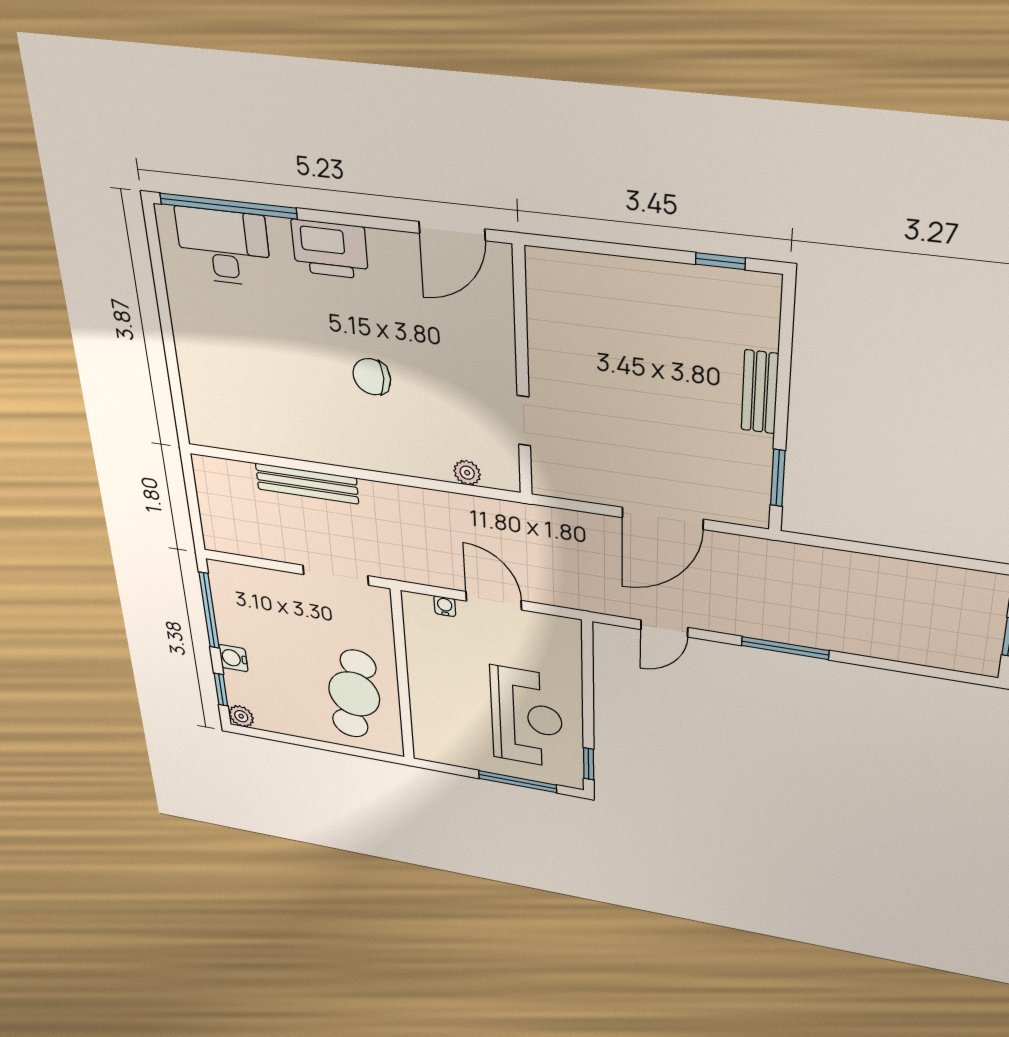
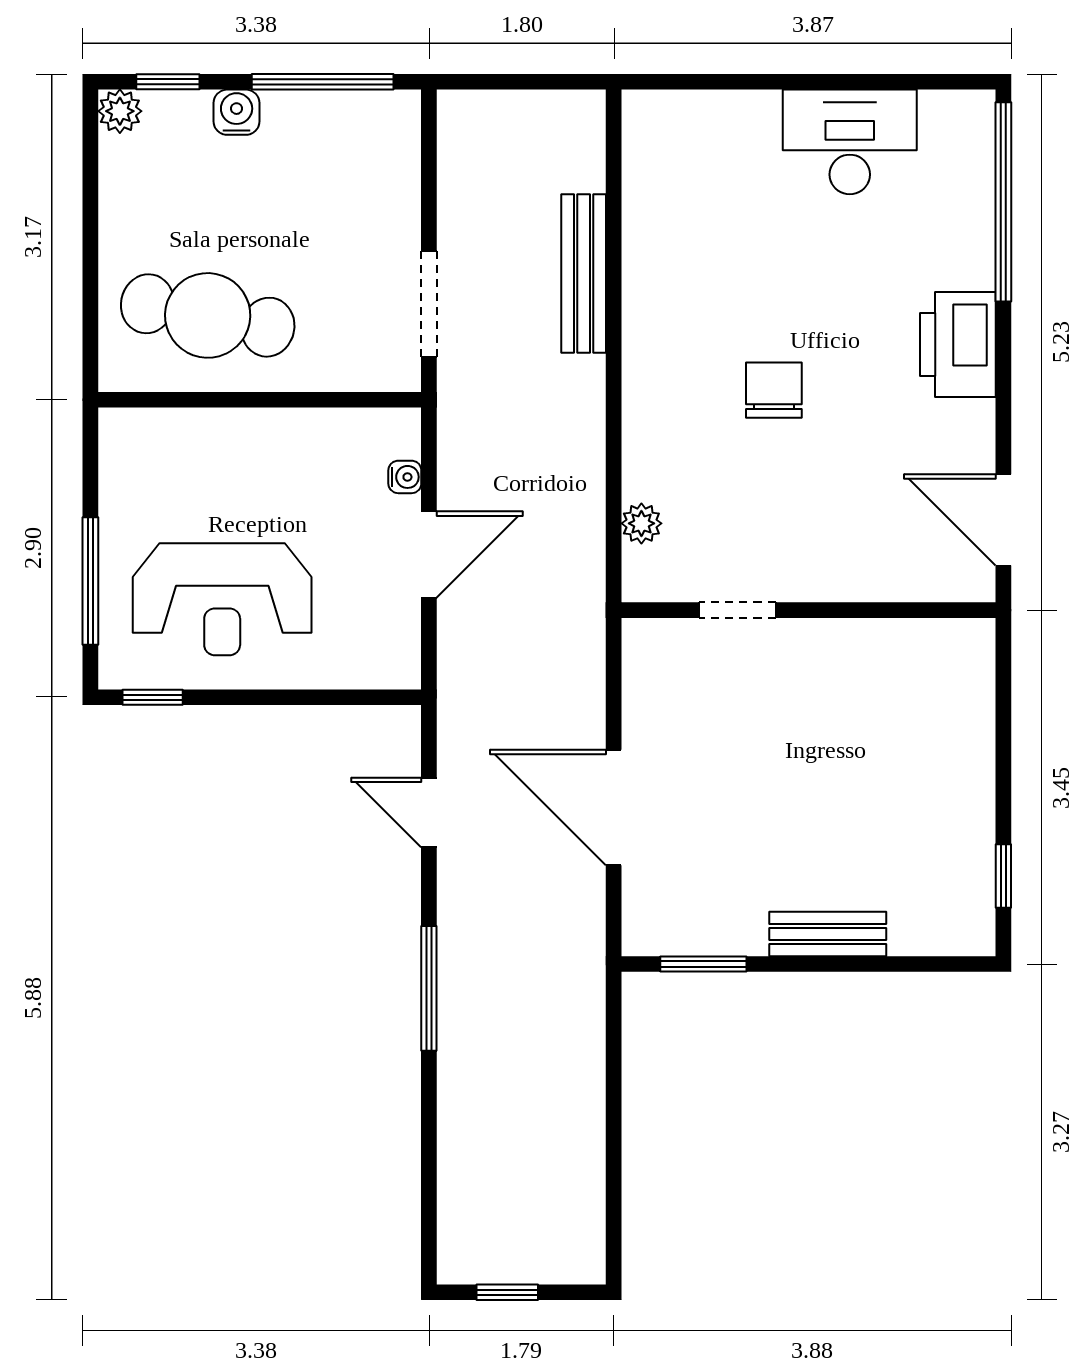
desk: (223, 247) -> (850, 142), moved, turned -90

